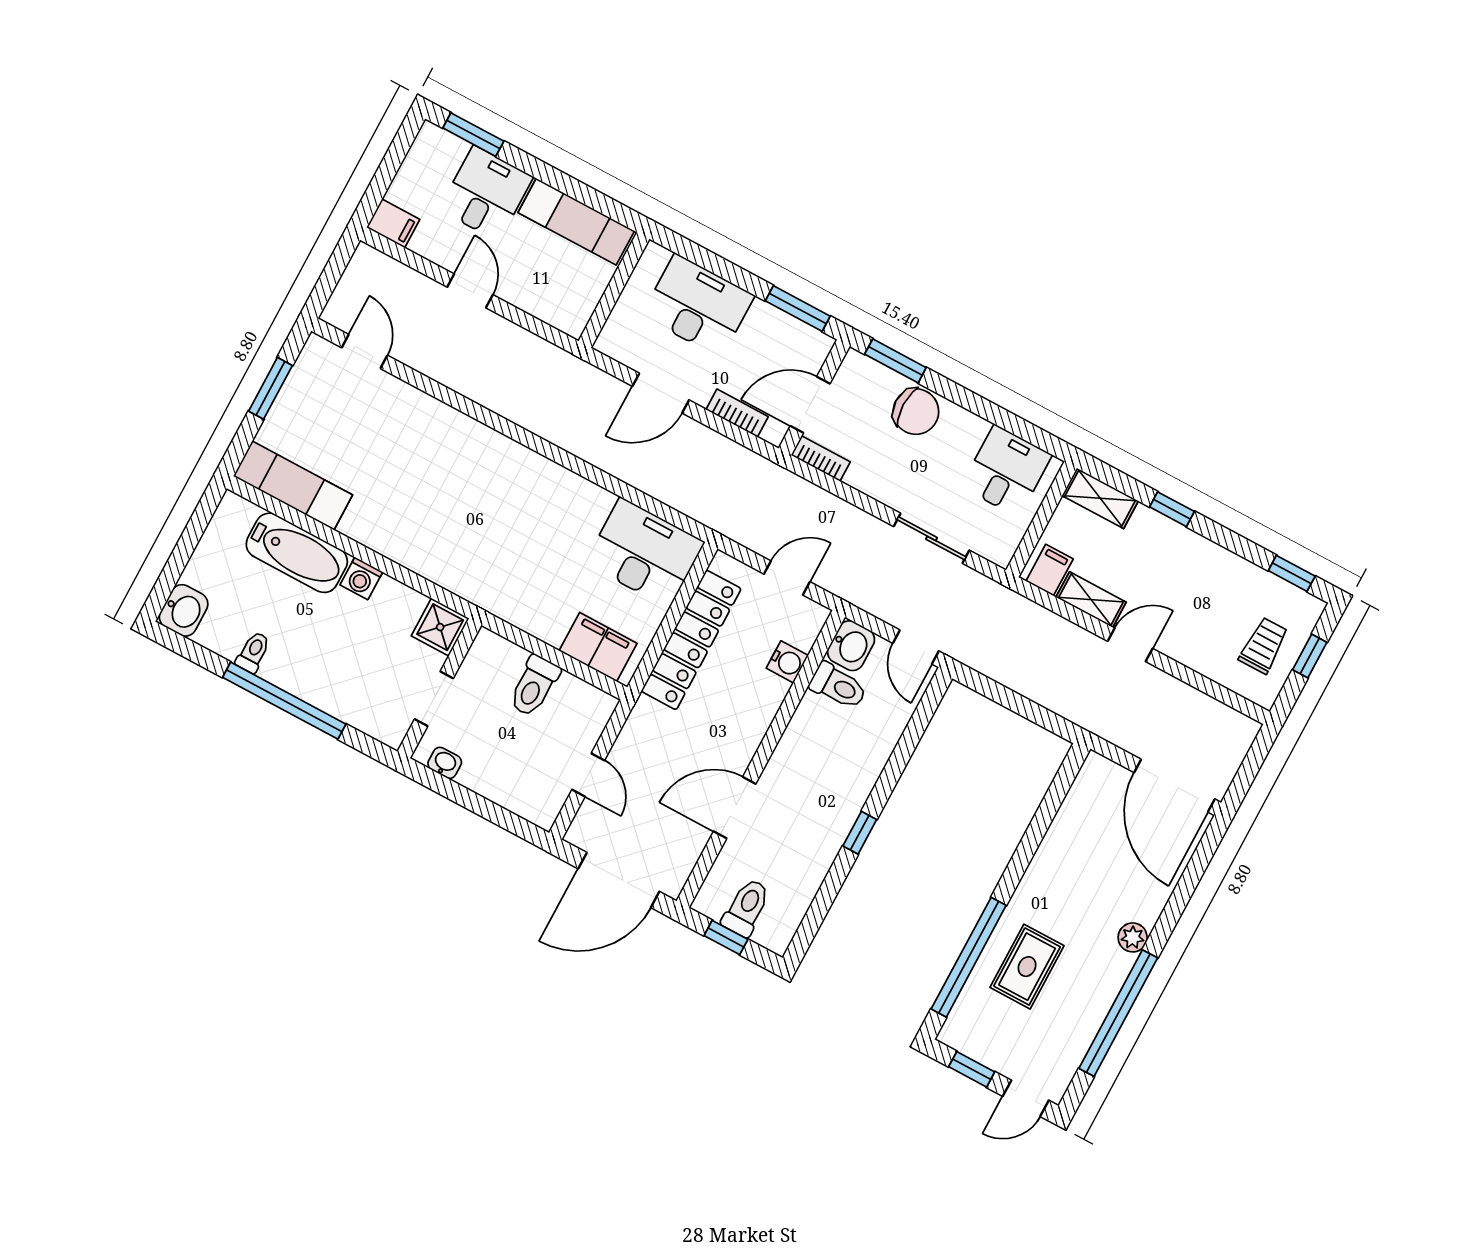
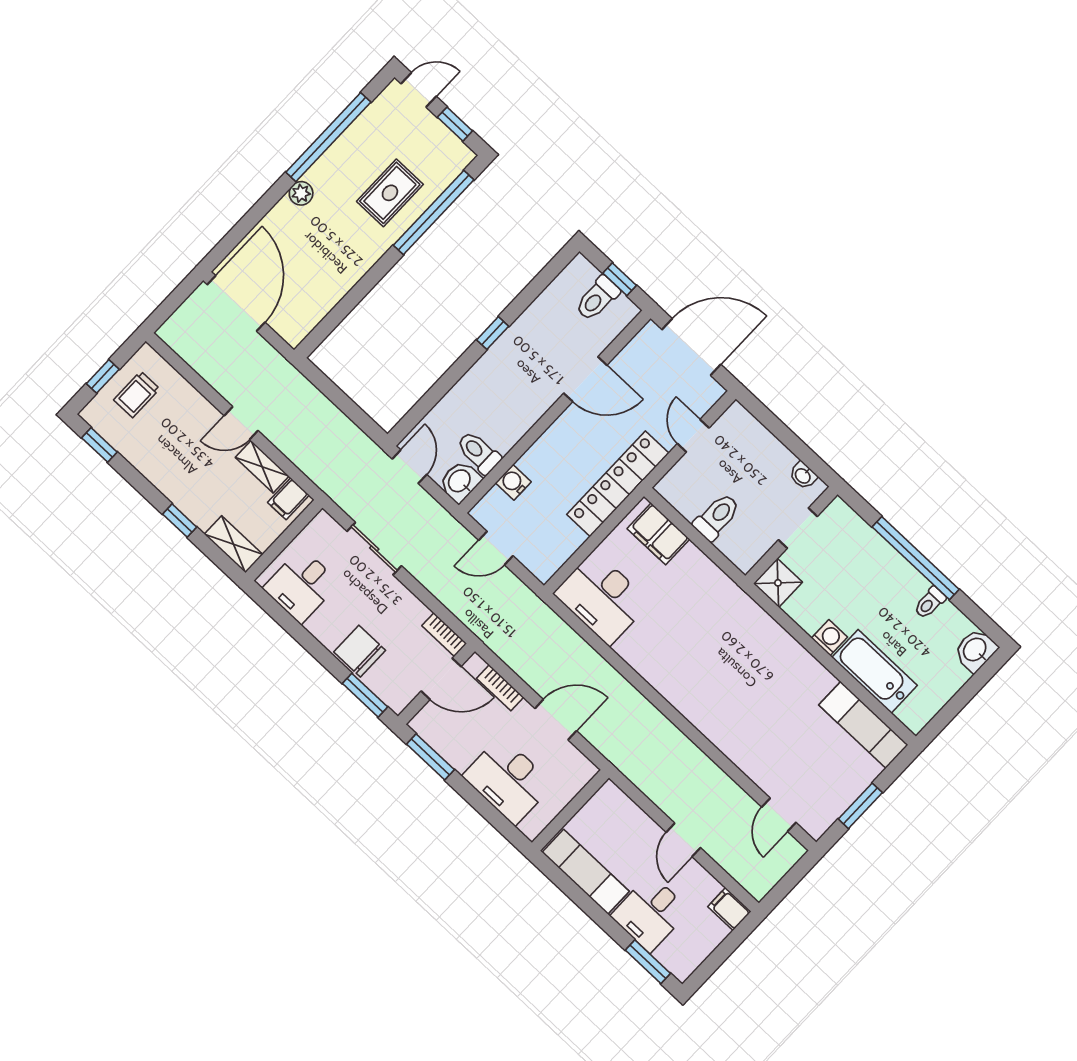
locker: (691, 640) -> (618, 484), moved

